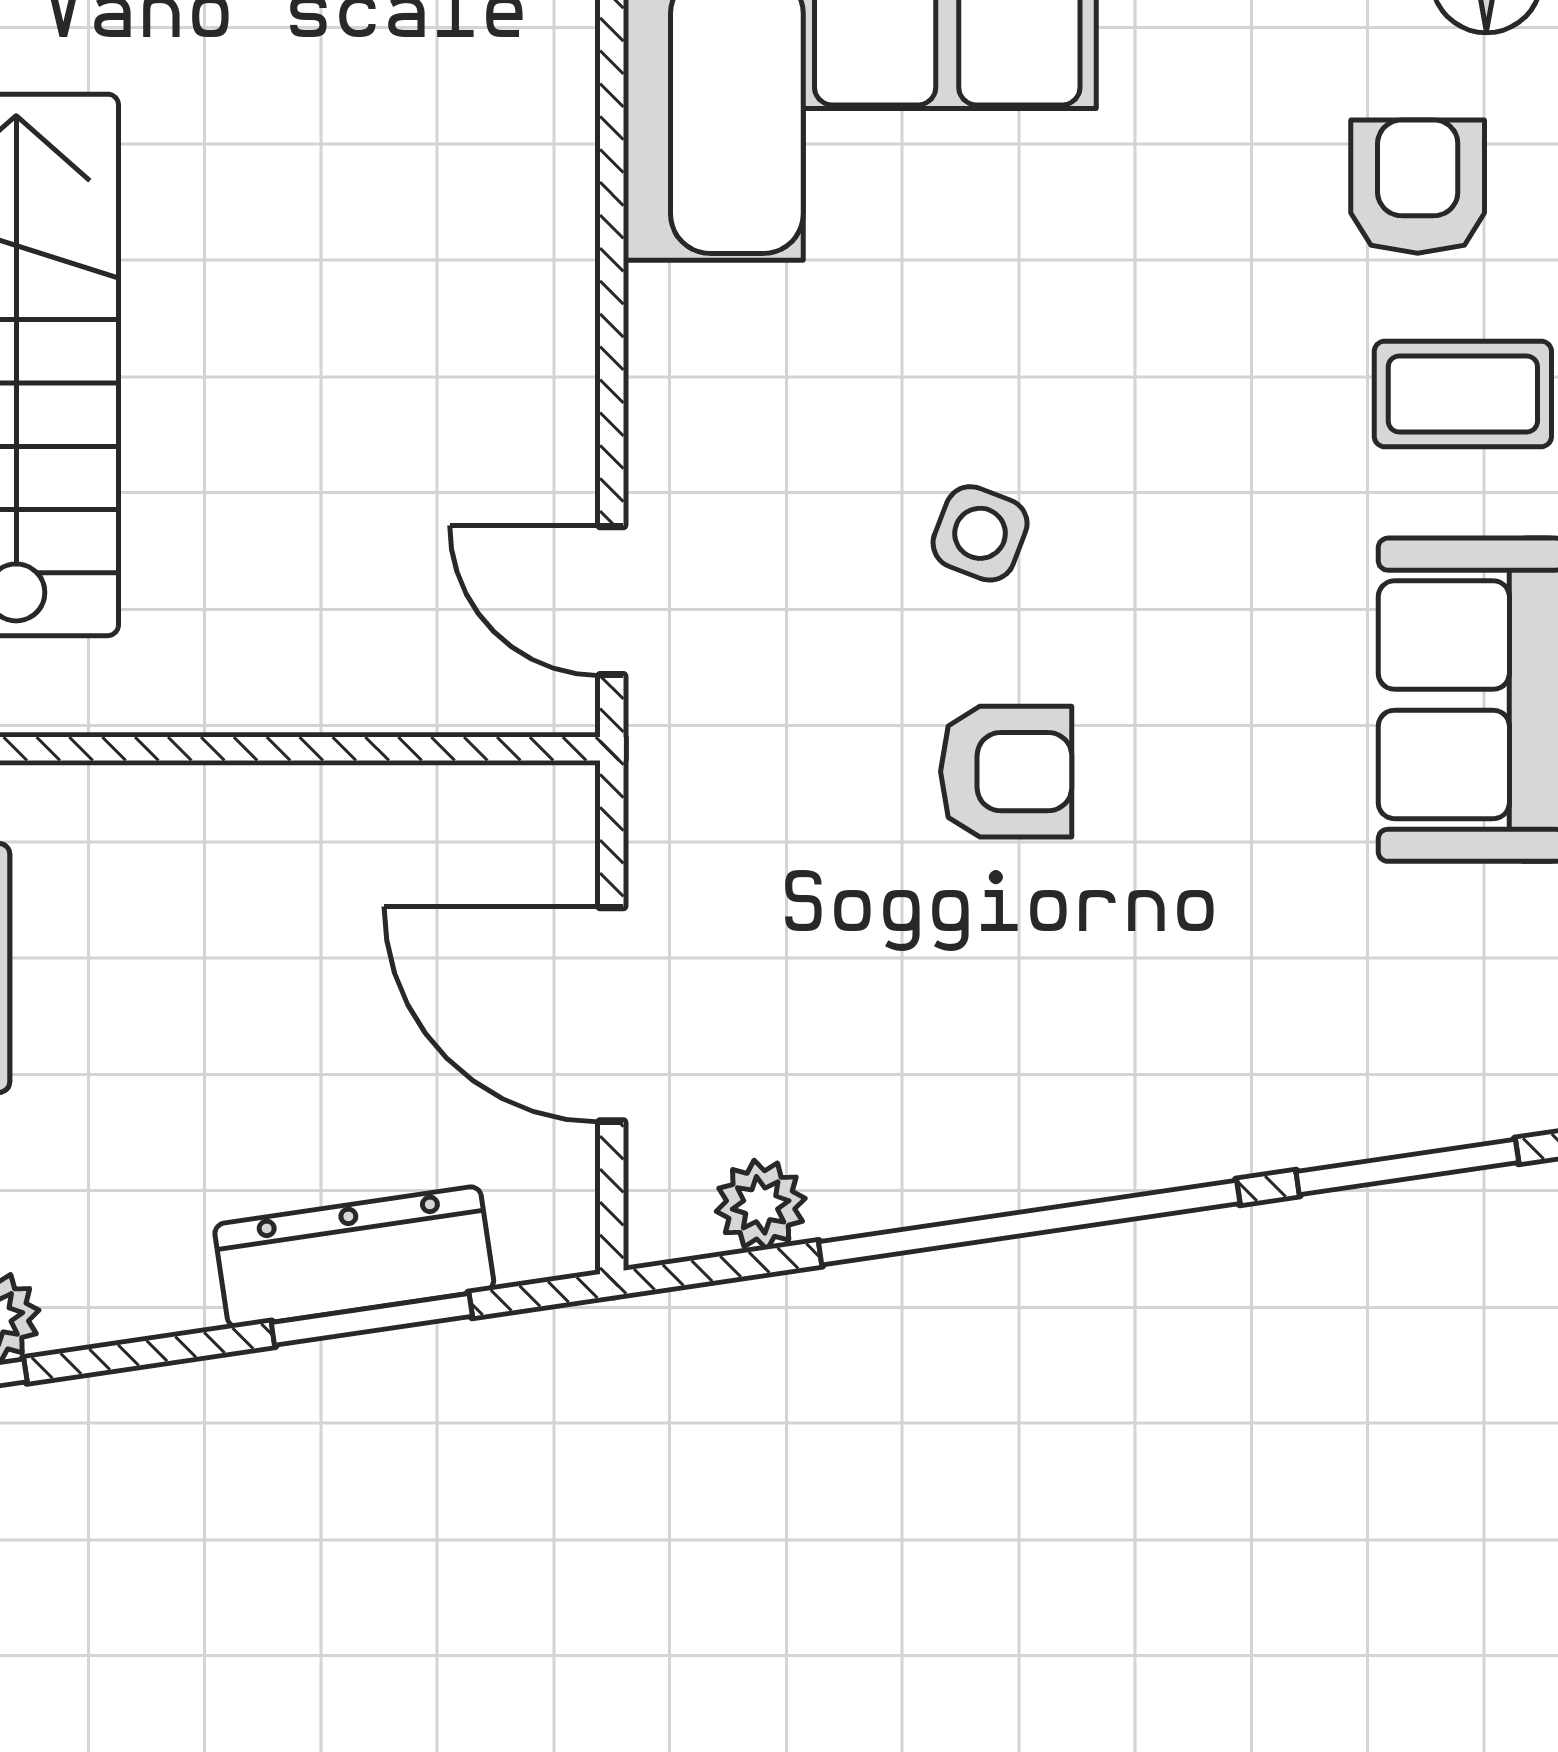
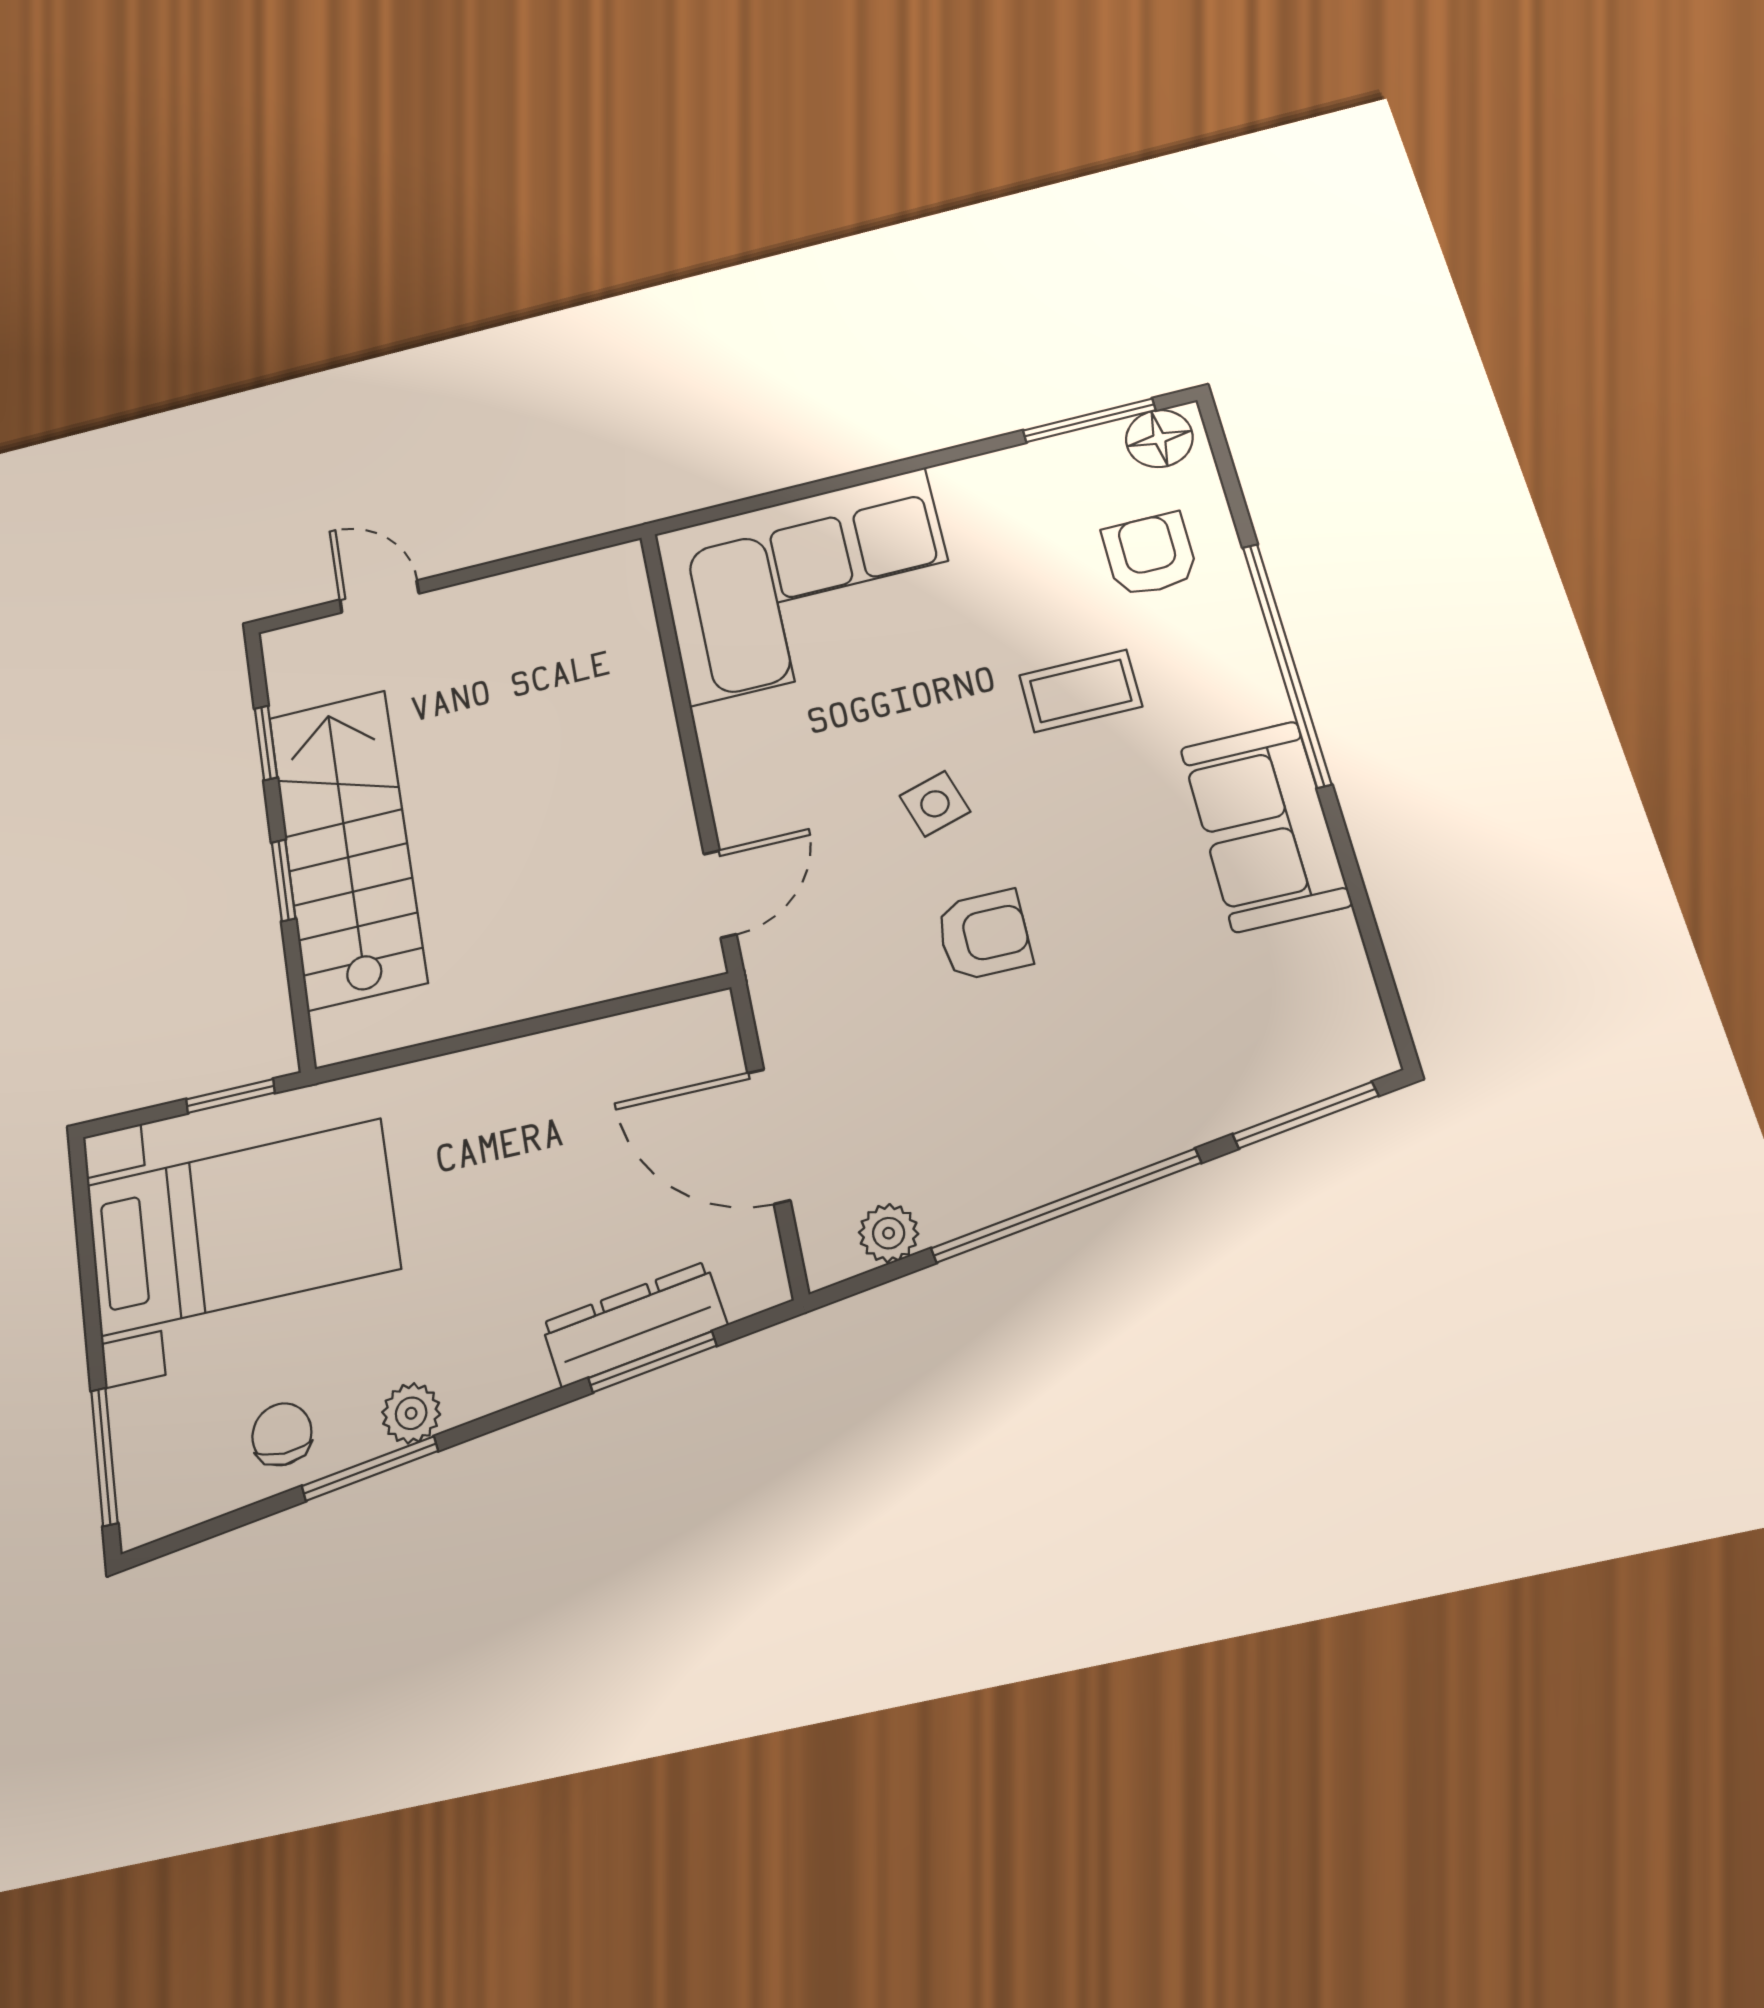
coffee table: (1463, 394) -> (1081, 691), moved
side table: (980, 533) -> (935, 804), turned -38
door: (612, 601) -> (720, 894), swing flipped

